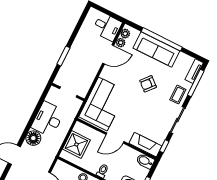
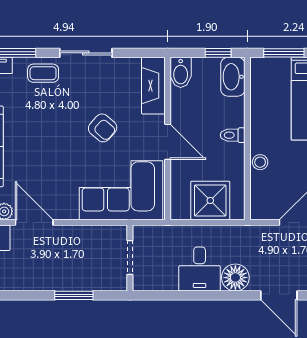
armchair: (148, 84) -> (103, 128), moved
desk: (48, 119) -> (200, 269), width x0.73
window: (164, 146) -> (141, 53), removed

